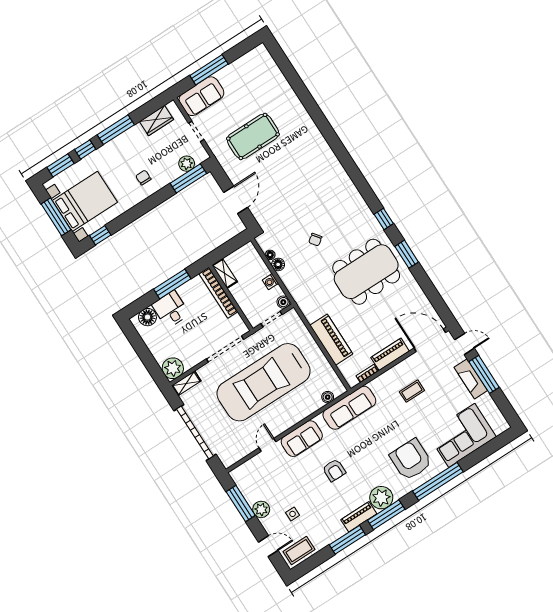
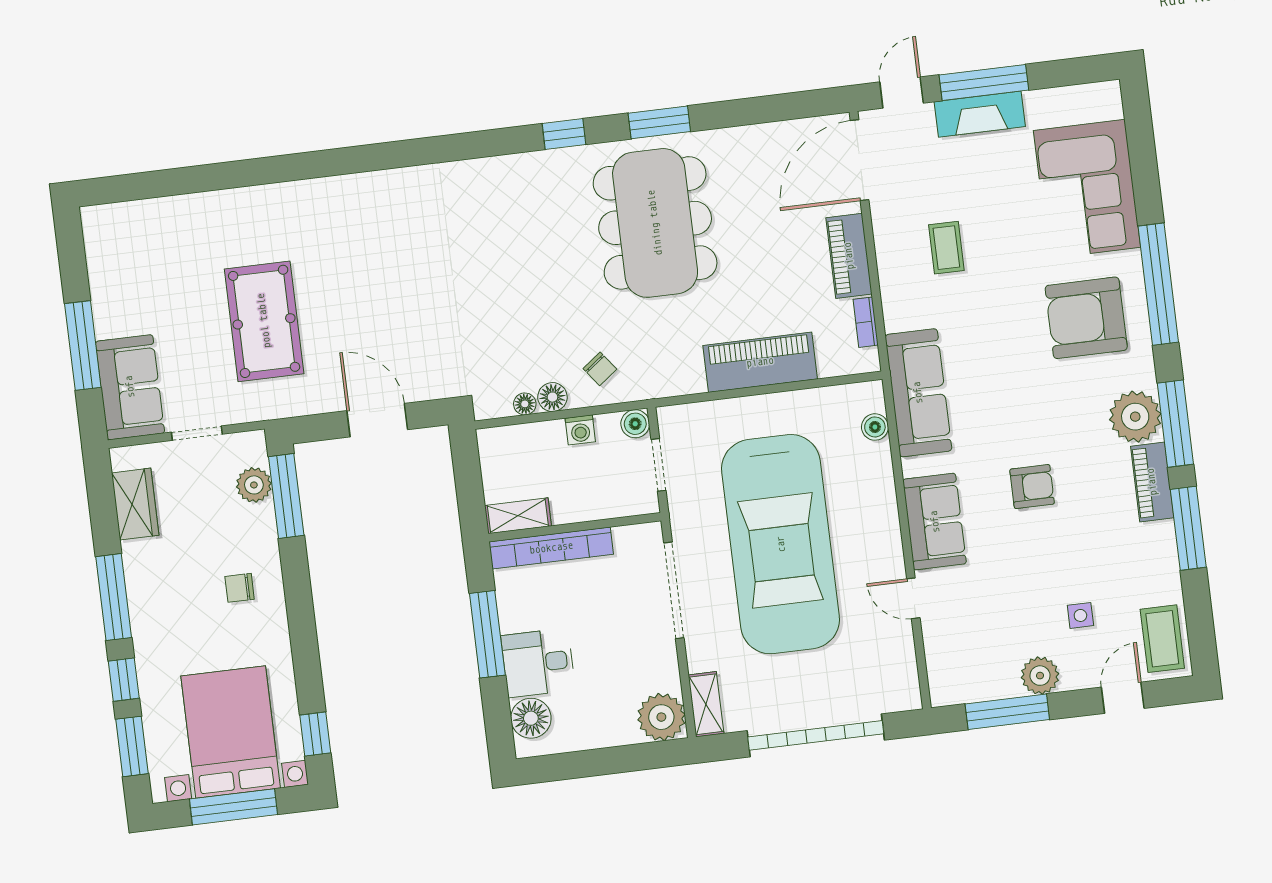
chair: (315, 240) -> (600, 369), moved

